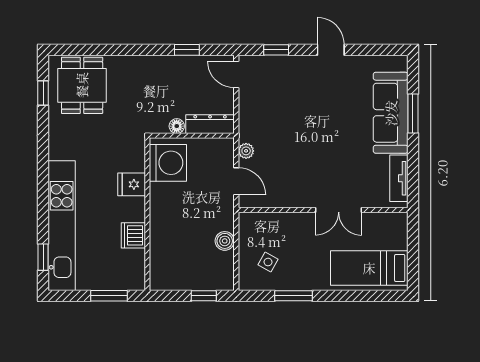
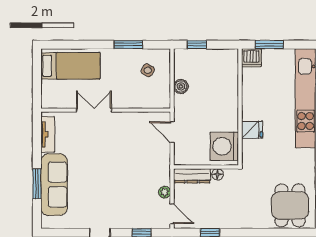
plant: (246, 151) -> (165, 192), moved
dishwasher: (133, 235) -> (251, 58), moved, turned 90

